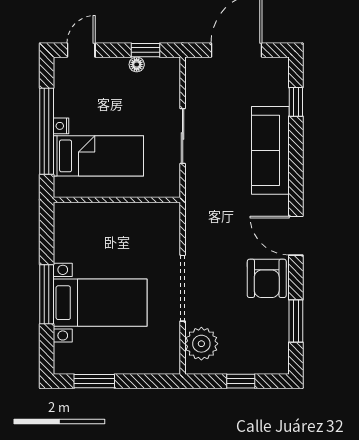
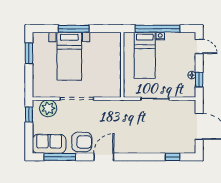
sofa: (270, 150) -> (49, 144), moved, width x0.73
armchair: (267, 278) -> (82, 142), turned 180
window: (296, 321) -> (60, 157), width x1.44
window: (241, 381) -> (29, 115), moved

